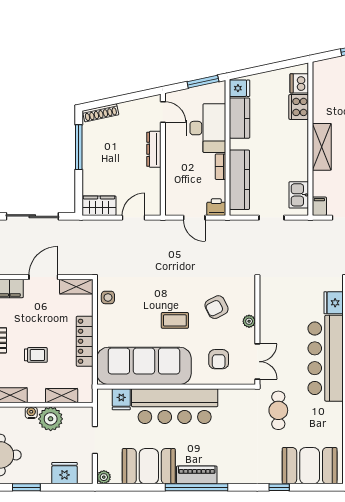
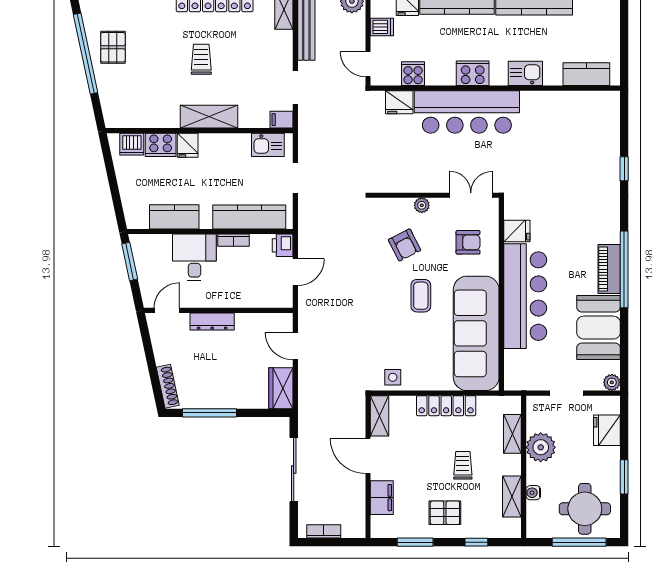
fridge: (240, 88) -> (188, 145), moved, turned 180
desk: (206, 128) -> (194, 257), width x0.73
fridge: (121, 399) -> (517, 231), moved
cafe table: (278, 410) -> (530, 170), removed
water cooler: (31, 413) -> (533, 493), moved
booth: (310, 466) -> (598, 132), removed

